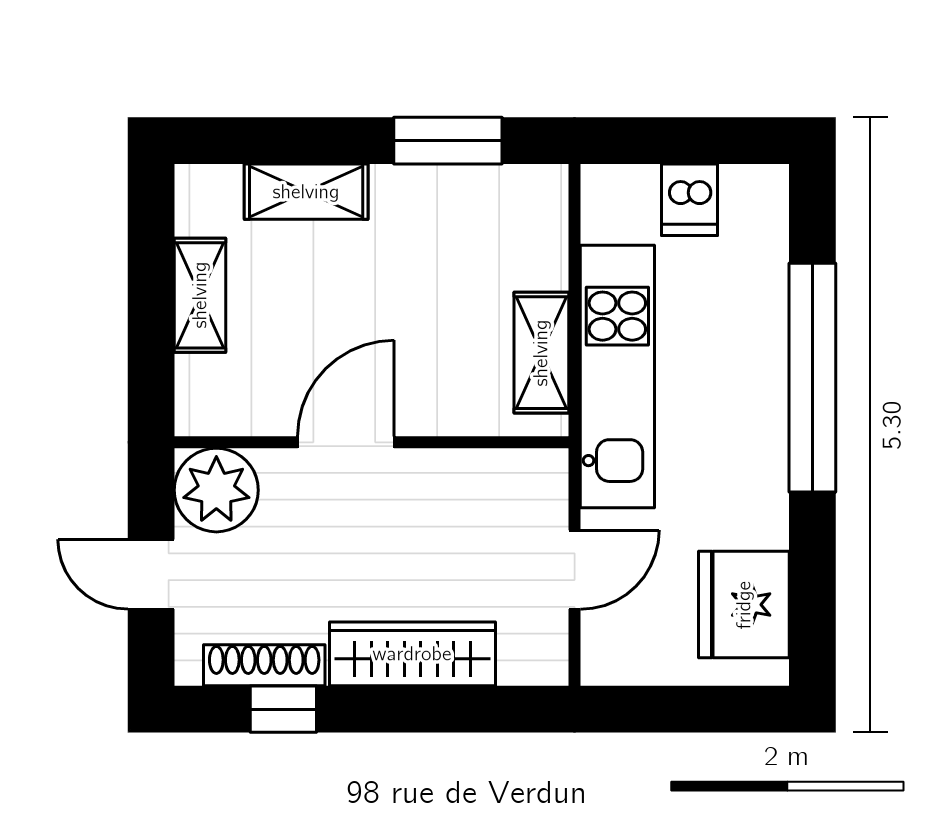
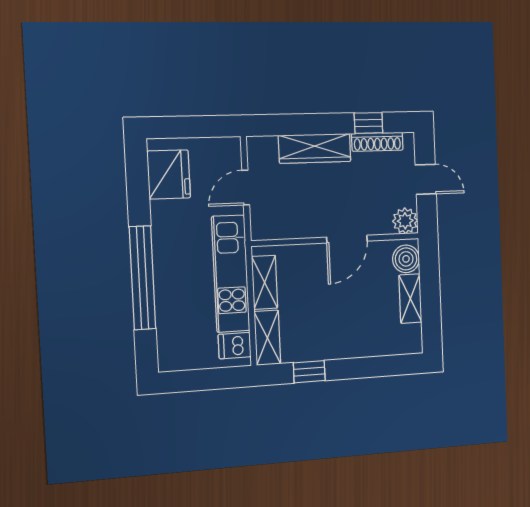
window: (448, 141) -> (309, 372), width x0.67
shelving: (306, 192) -> (267, 338), moved, turned 90
dishwasher: (690, 200) -> (235, 346), moved, turned -90
boiler: (207, 389) -> (406, 259), added
plant: (216, 490) -> (405, 221), width x0.73, depth x0.73

